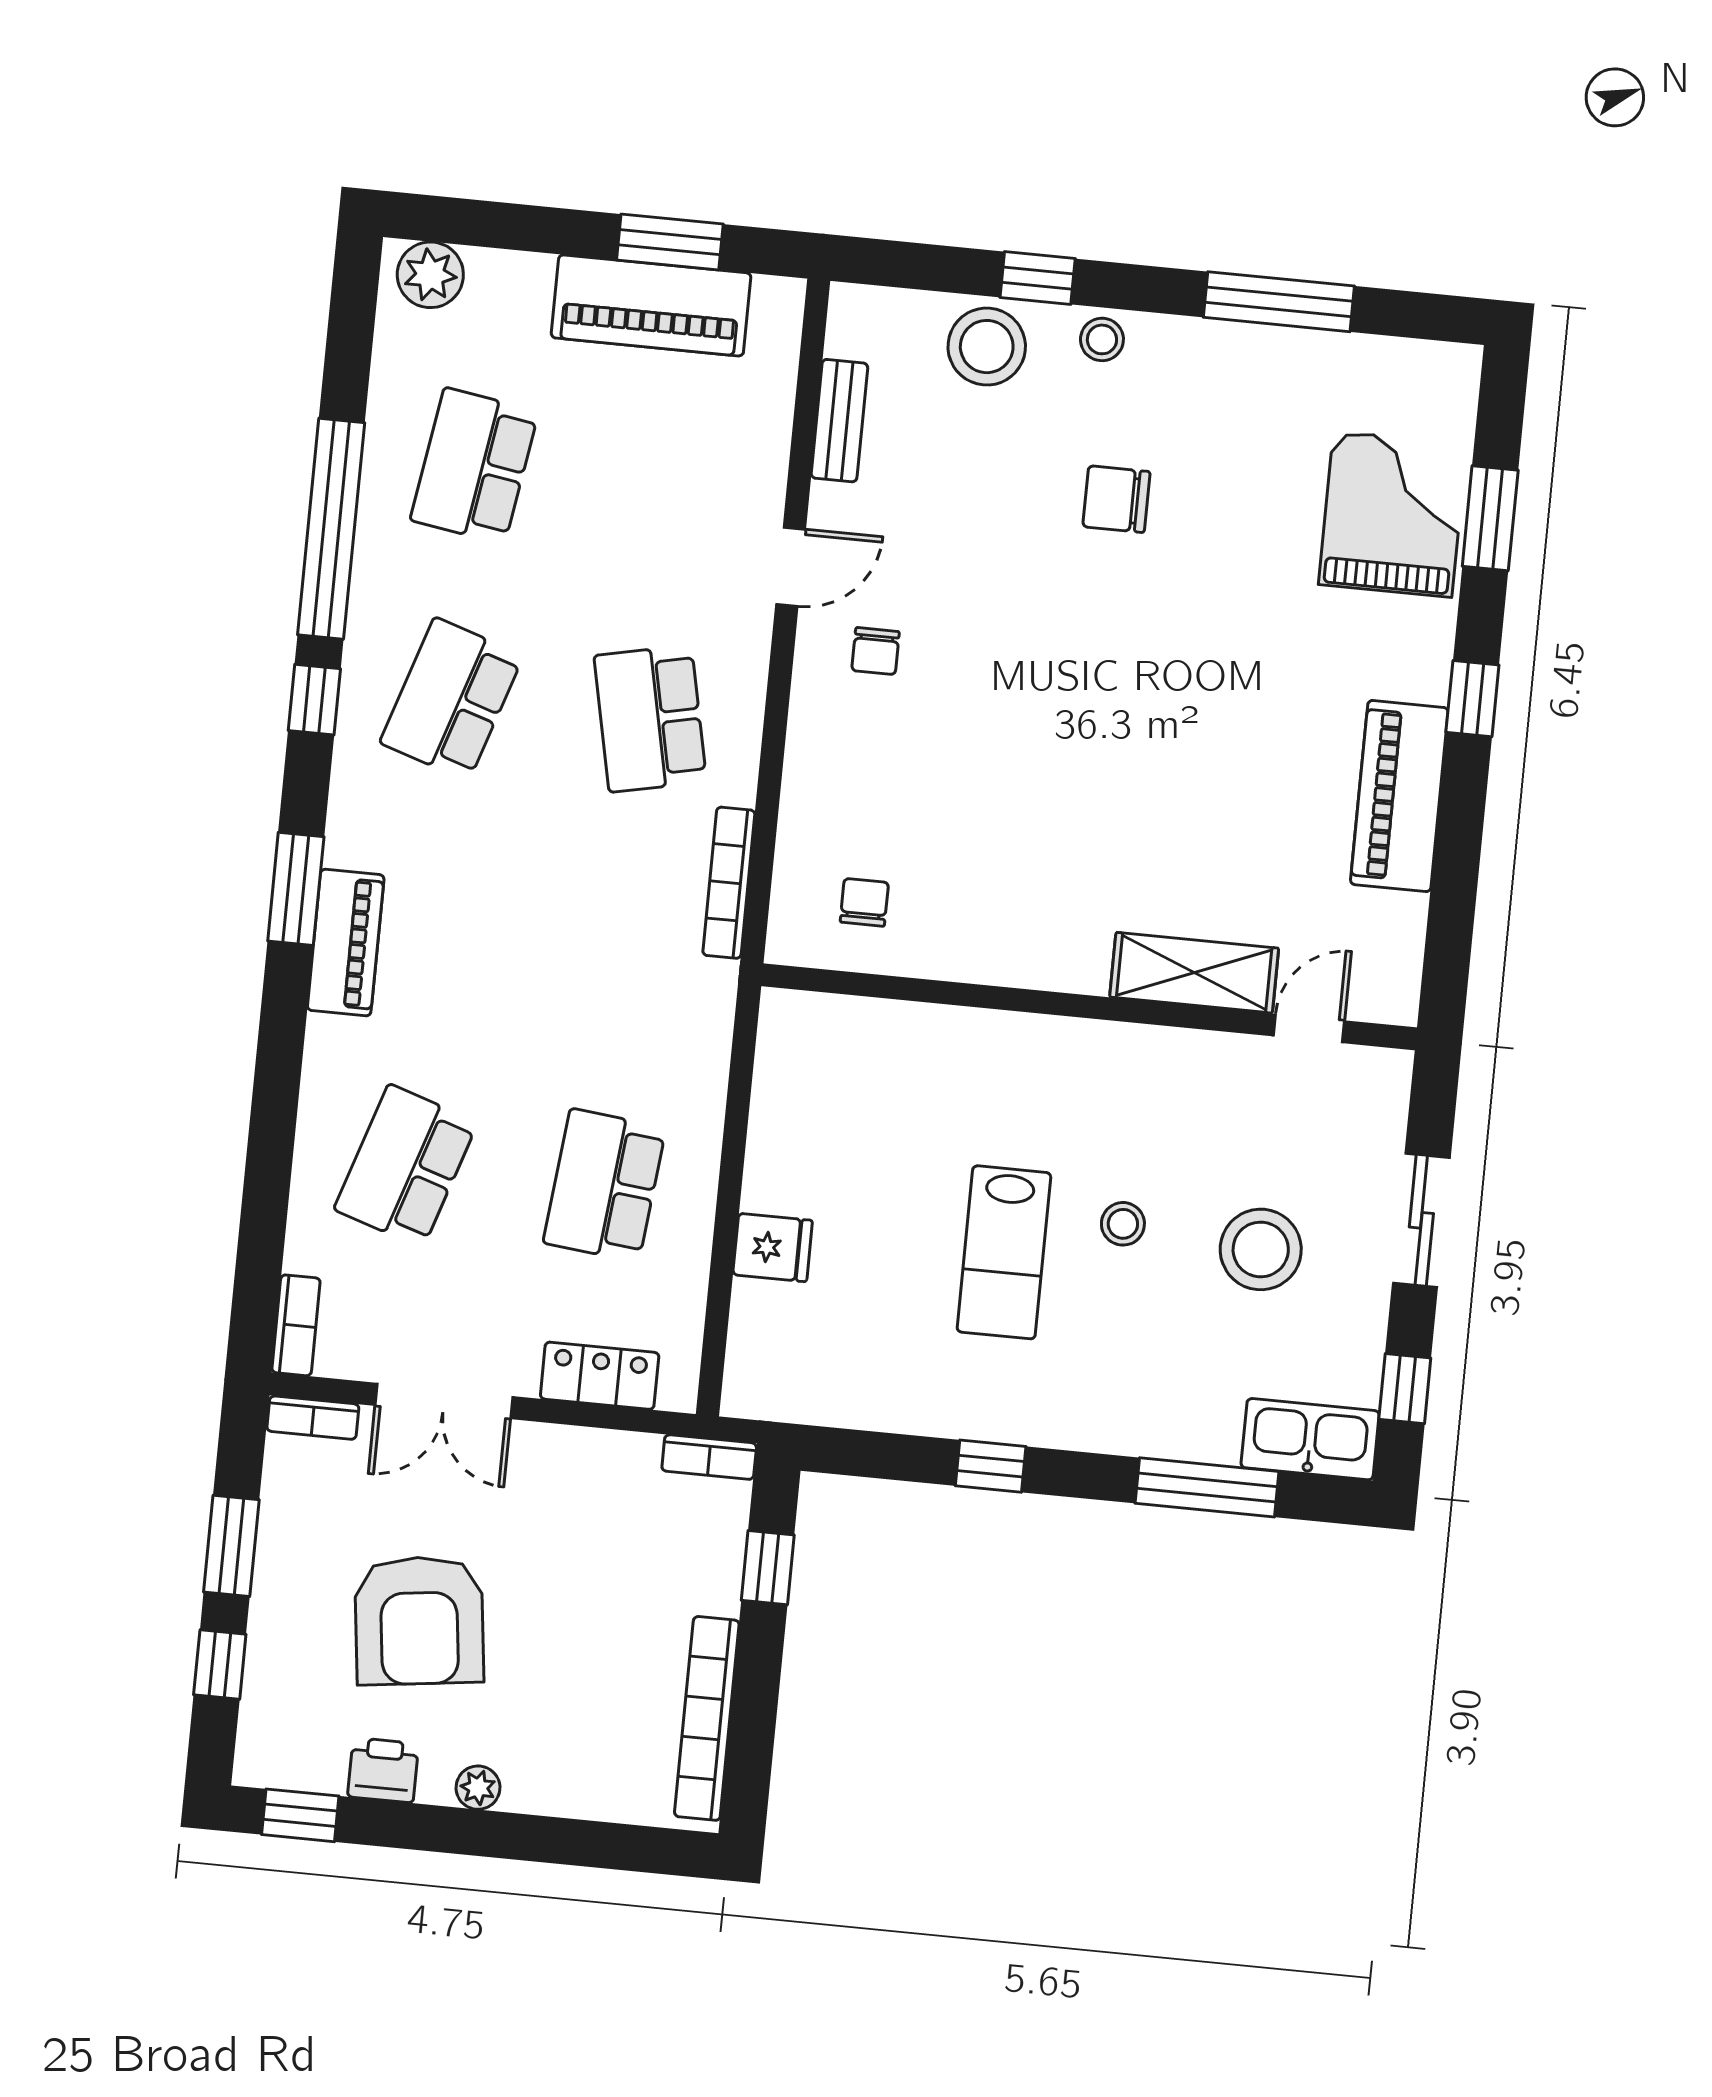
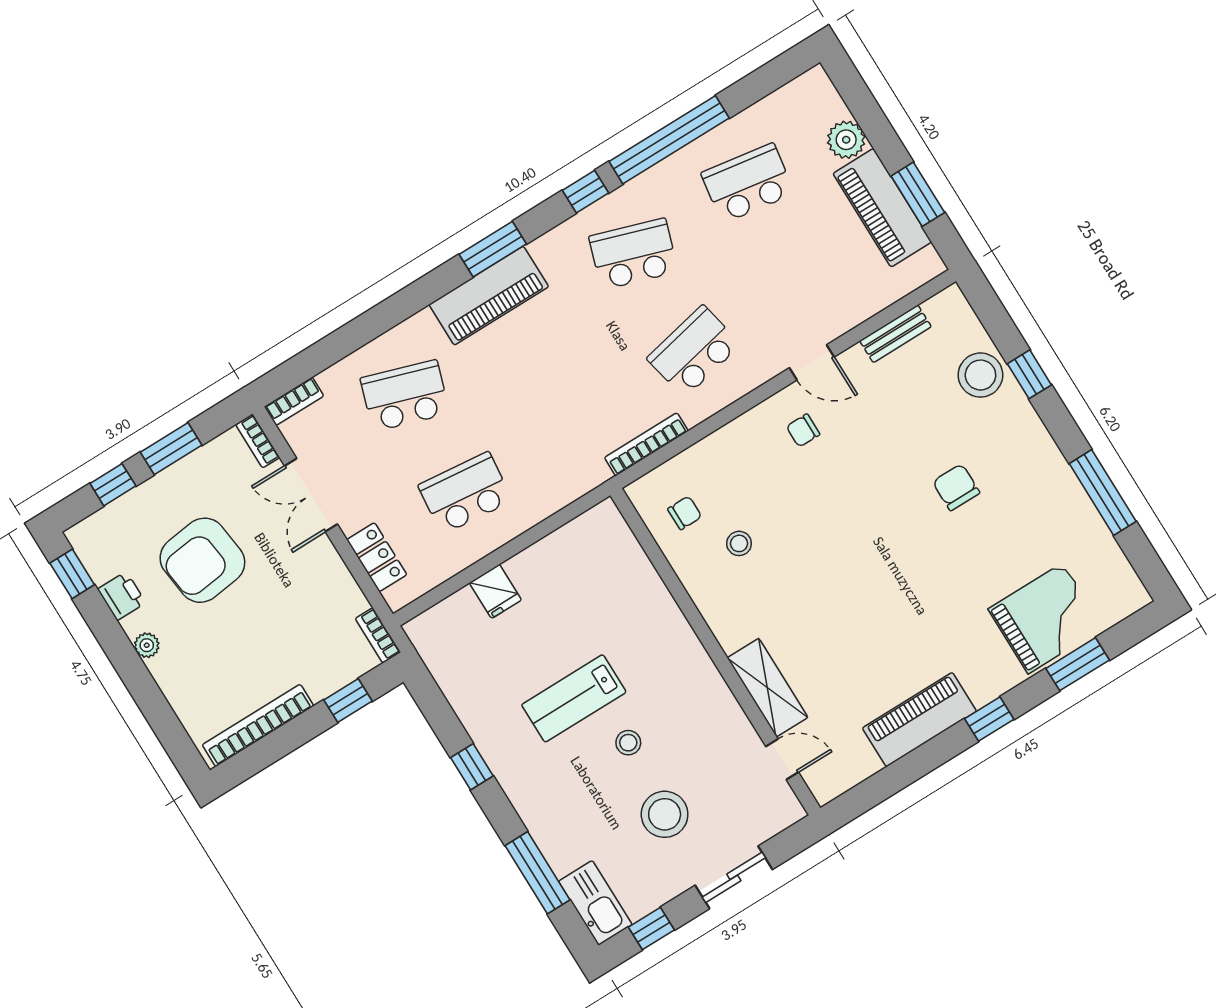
plant: (430, 275) -> (846, 140), moved
stool: (1102, 339) -> (739, 543), moved
piano: (346, 943) -> (489, 296), width x1.37, depth x1.33

